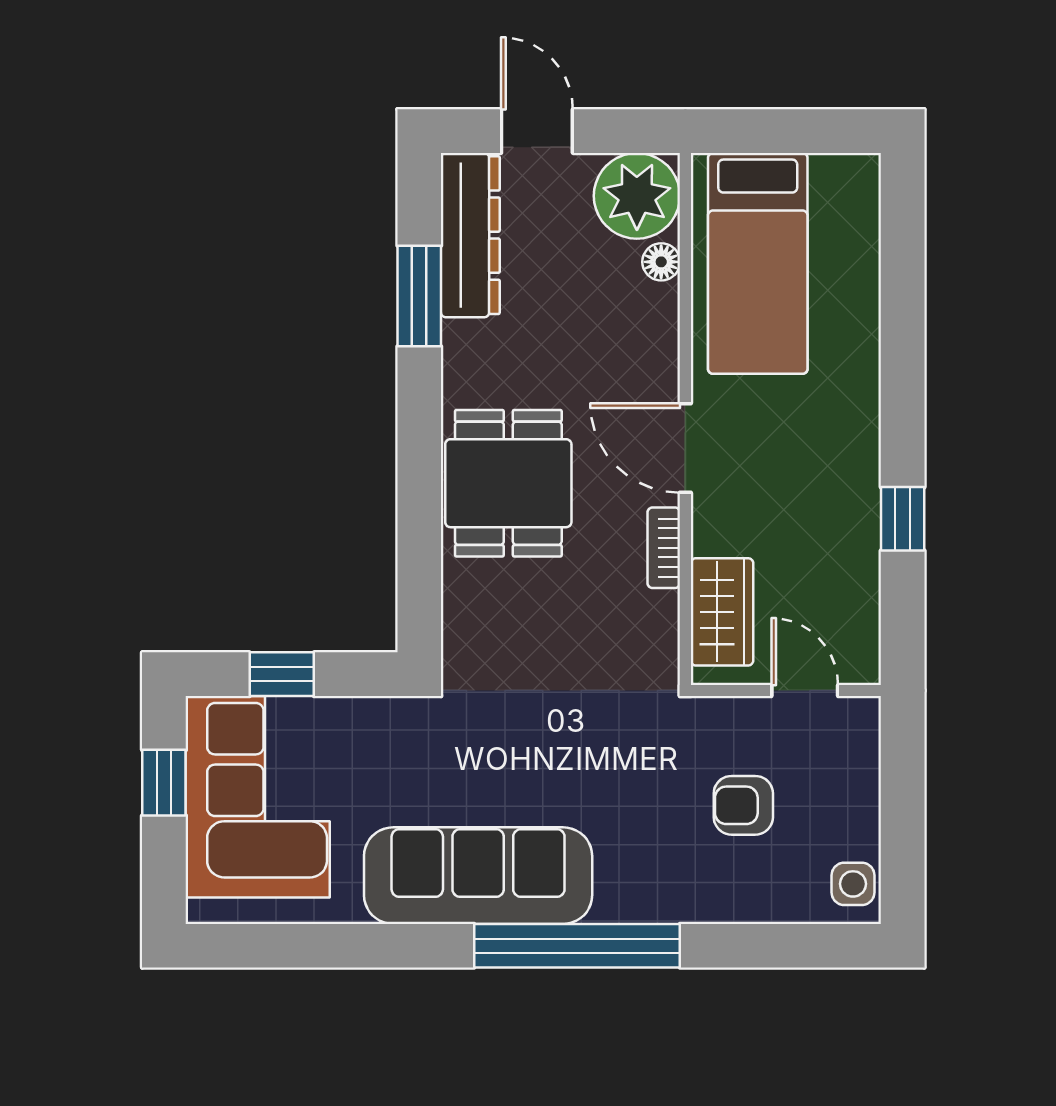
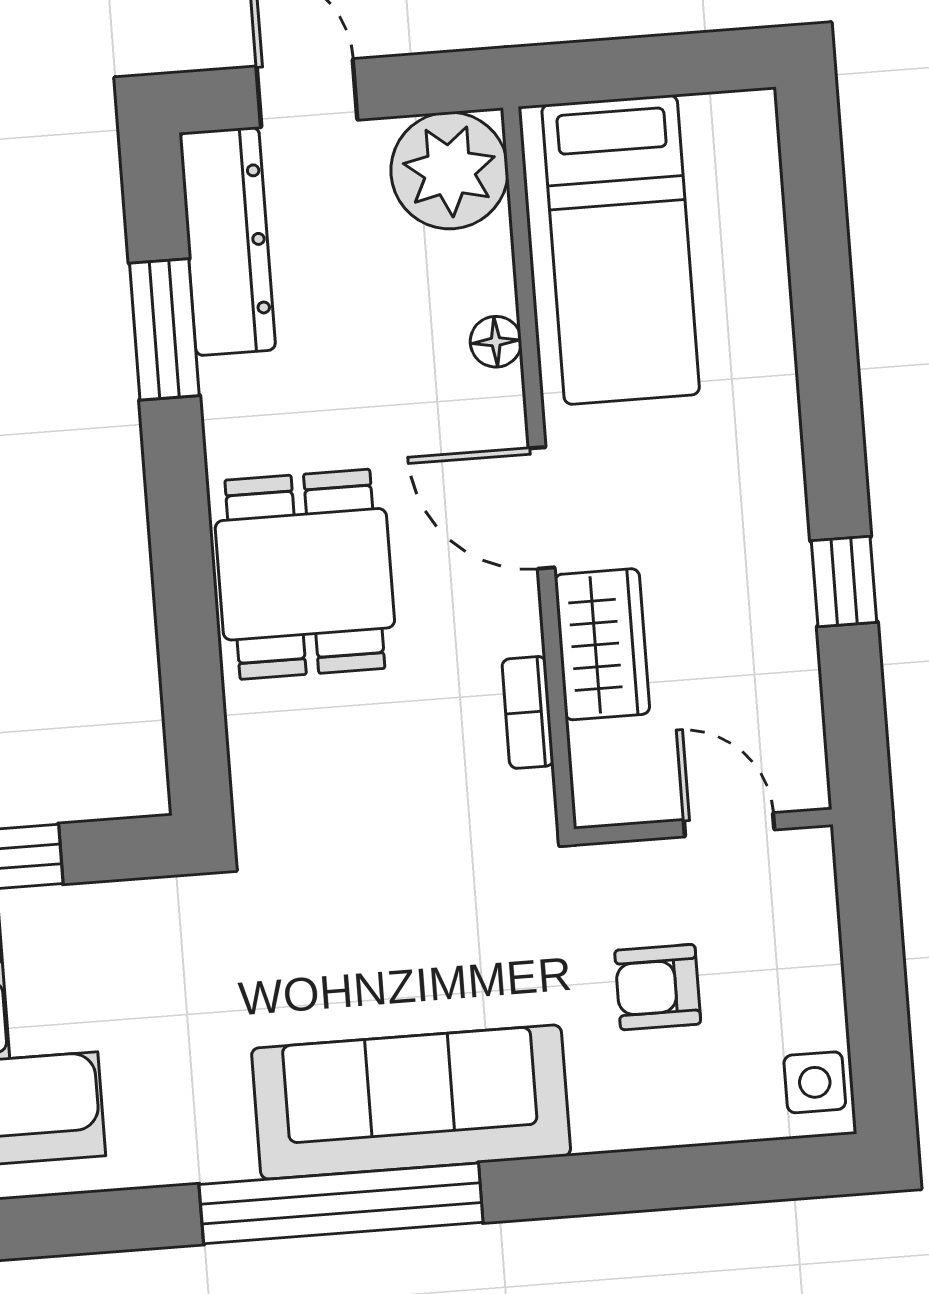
floor lamp: (661, 262) -> (496, 342), moved
bookcase: (664, 548) -> (528, 712), moved
wardrobe: (722, 612) -> (602, 644), moved
sofa: (478, 876) -> (411, 1102), moved
window: (577, 946) -> (341, 1203), moved

